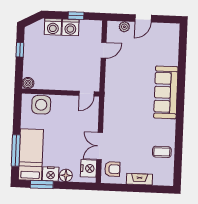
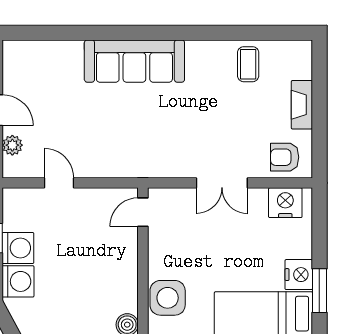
door: (87, 94) -> (143, 212), swing flipped
double door: (100, 146) -> (222, 183), moved
armchair: (112, 169) -> (285, 157), turned -90
floor lamp: (66, 175) -> (300, 245), removed

